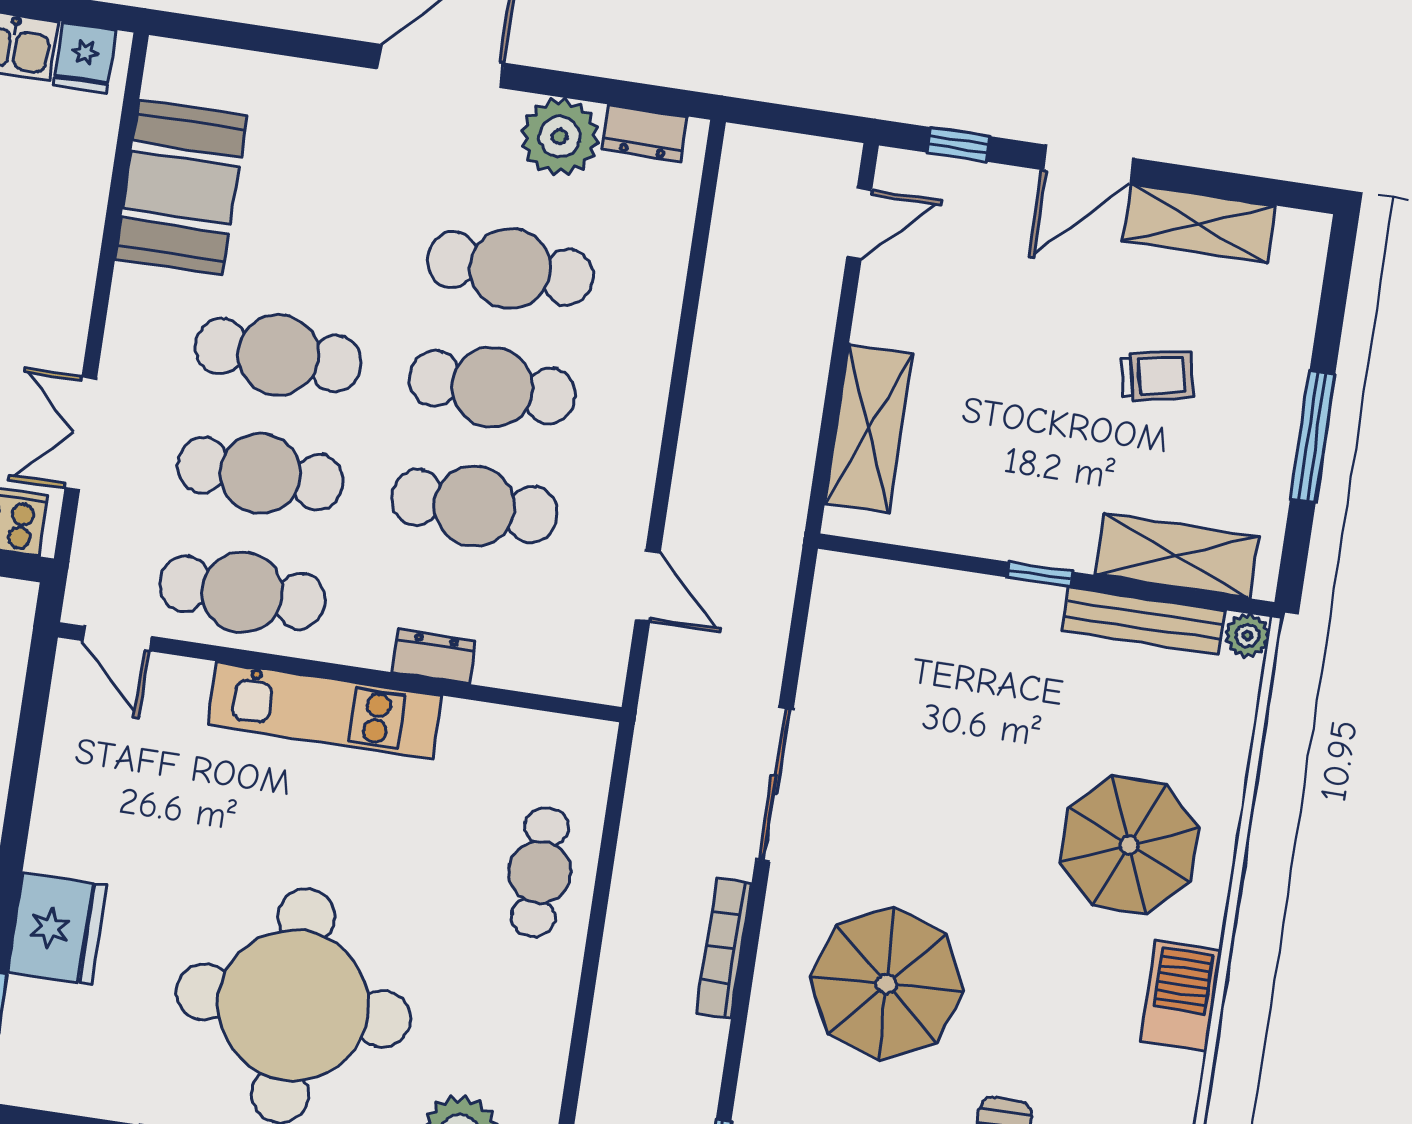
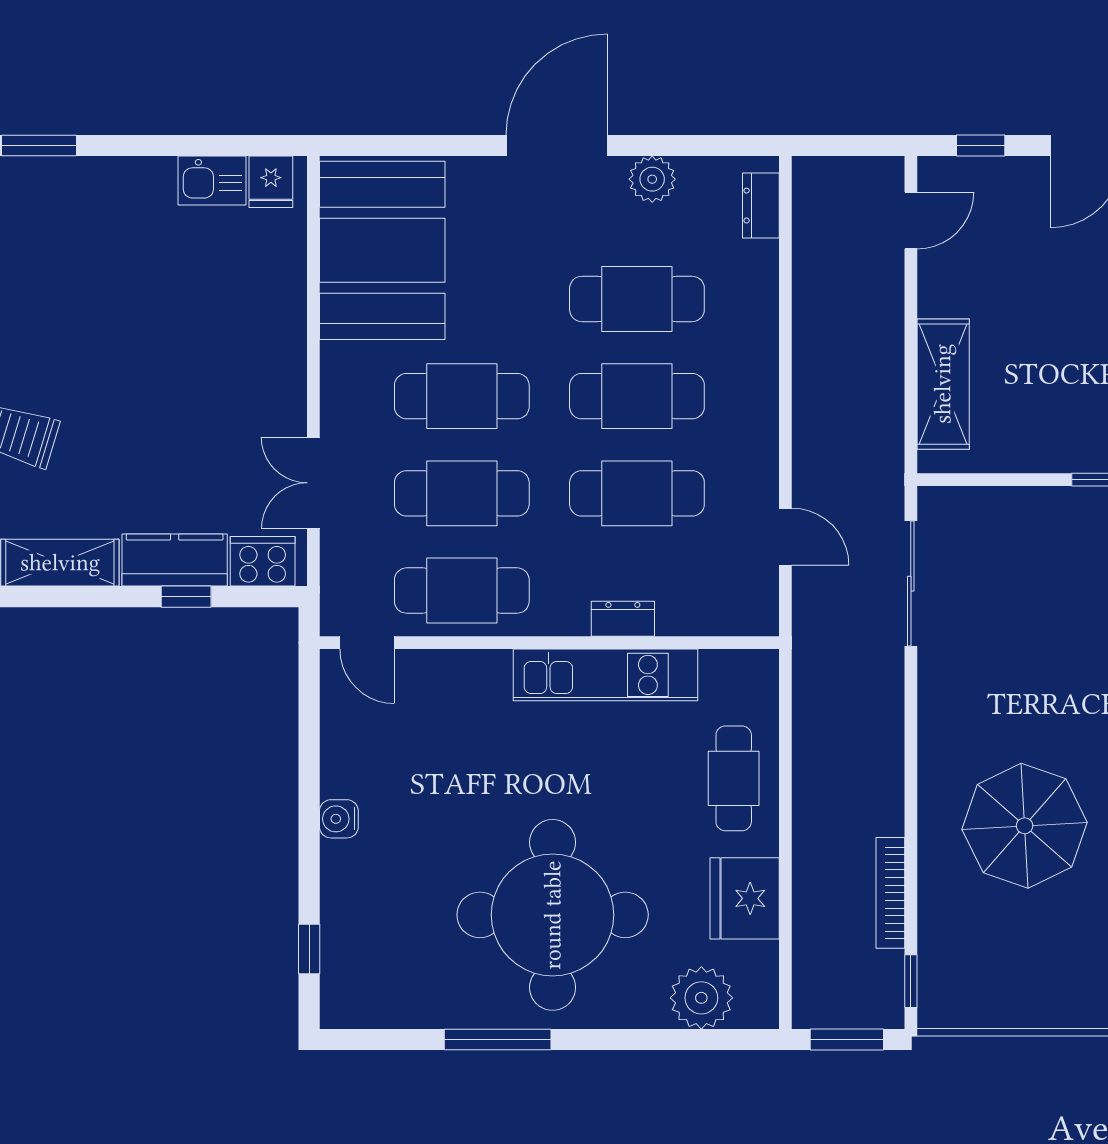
dresser: (645, 133) -> (761, 206), moved, turned 90
plant: (560, 137) -> (652, 179), width x0.73, depth x0.73
booth: (181, 187) -> (382, 250), width x1.36, depth x1.42
kitchen unit: (325, 710) -> (606, 675), moved
sliding door: (774, 784) -> (911, 584), moved
water cooler: (50, 849) -> (339, 819), added
fridge: (57, 929) -> (745, 898), moved, turned 180
bookcase: (724, 948) -> (890, 893), moved

